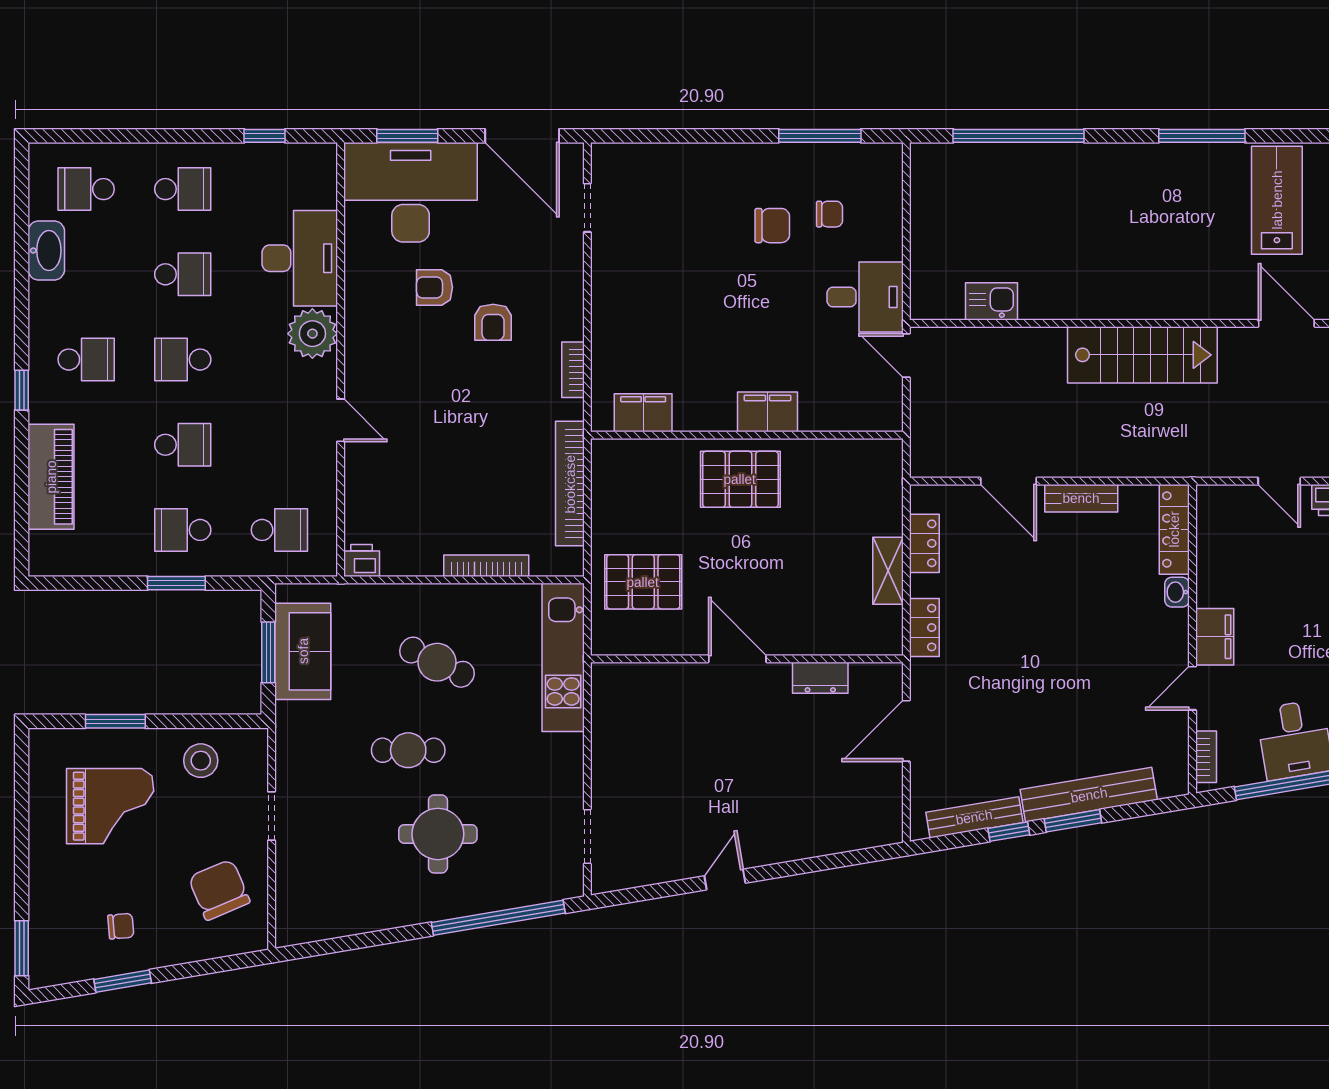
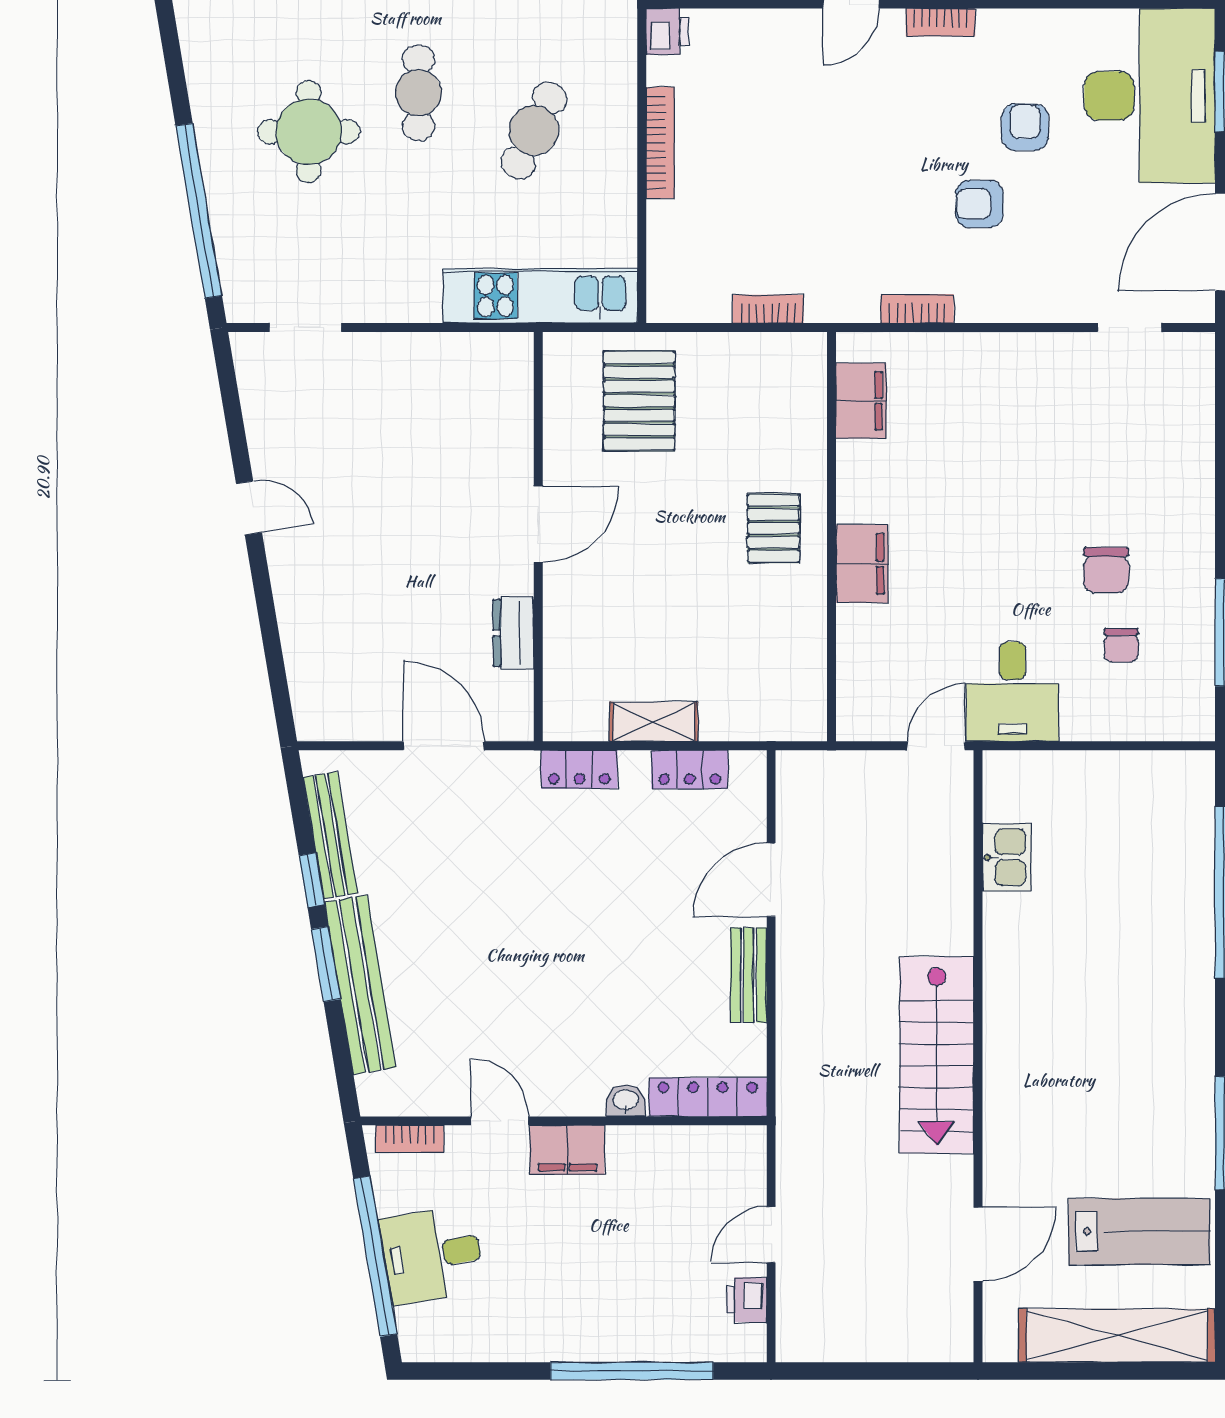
bookcase: (354, 352) -> (941, 22), added
pallet: (740, 479) -> (774, 528), width x0.67, depth x0.71
bookcase: (570, 484) -> (768, 309), width x0.43, depth x0.76
bookcase: (486, 566) -> (660, 143), moved

